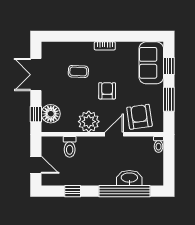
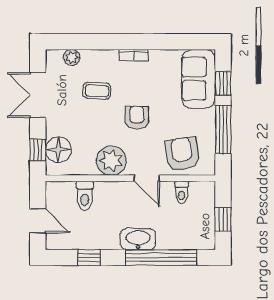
plant: (60, 48) -> (72, 57), added
window: (169, 99) -> (223, 130), width x1.44
door: (114, 134) -> (147, 178), swing flipped
toilet: (159, 144) -> (182, 192), moved
window: (169, 164) -> (223, 220), added
washbasin: (129, 178) -> (138, 239), moved

